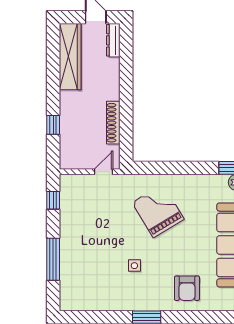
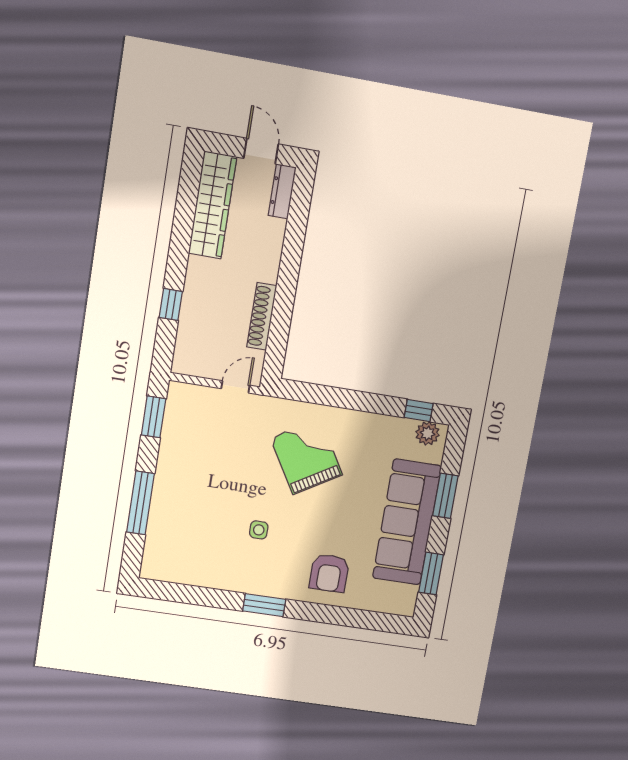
window: (53, 200) -> (154, 417), width x1.50

